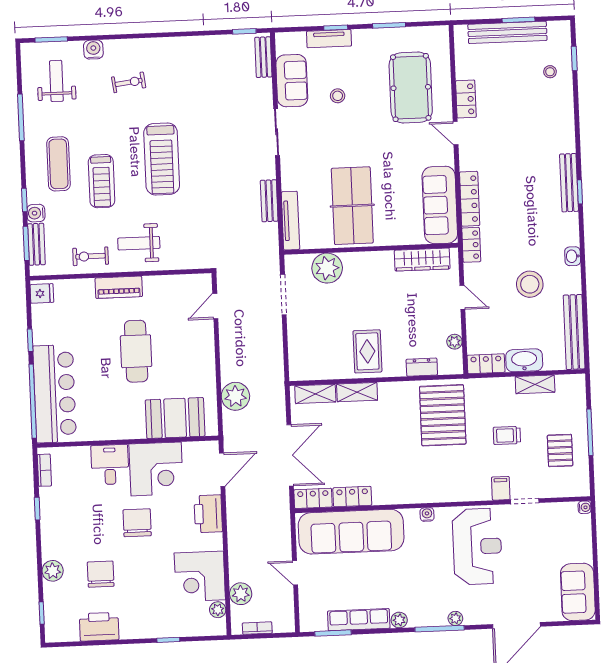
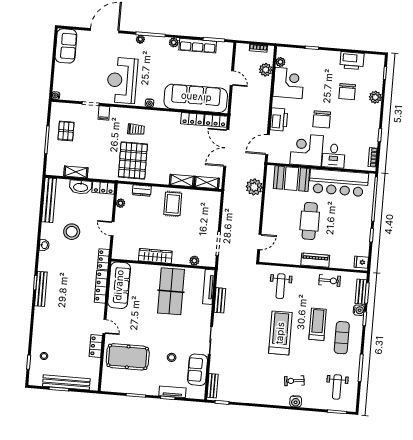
water cooler: (93, 50) -> (296, 401), moved
pool table: (411, 88) -> (128, 357), turned 90
weight bench: (139, 243) -> (281, 286), moved, turned 90
wardrobe: (422, 260) -> (155, 256), moved
plant: (327, 268) -> (194, 261), width x0.53, depth x0.53
bar counter: (55, 394) -> (339, 183), moved, turned -90
trolley: (507, 435) -> (136, 129), moved

